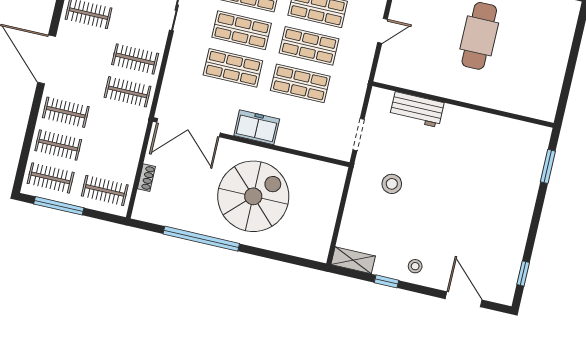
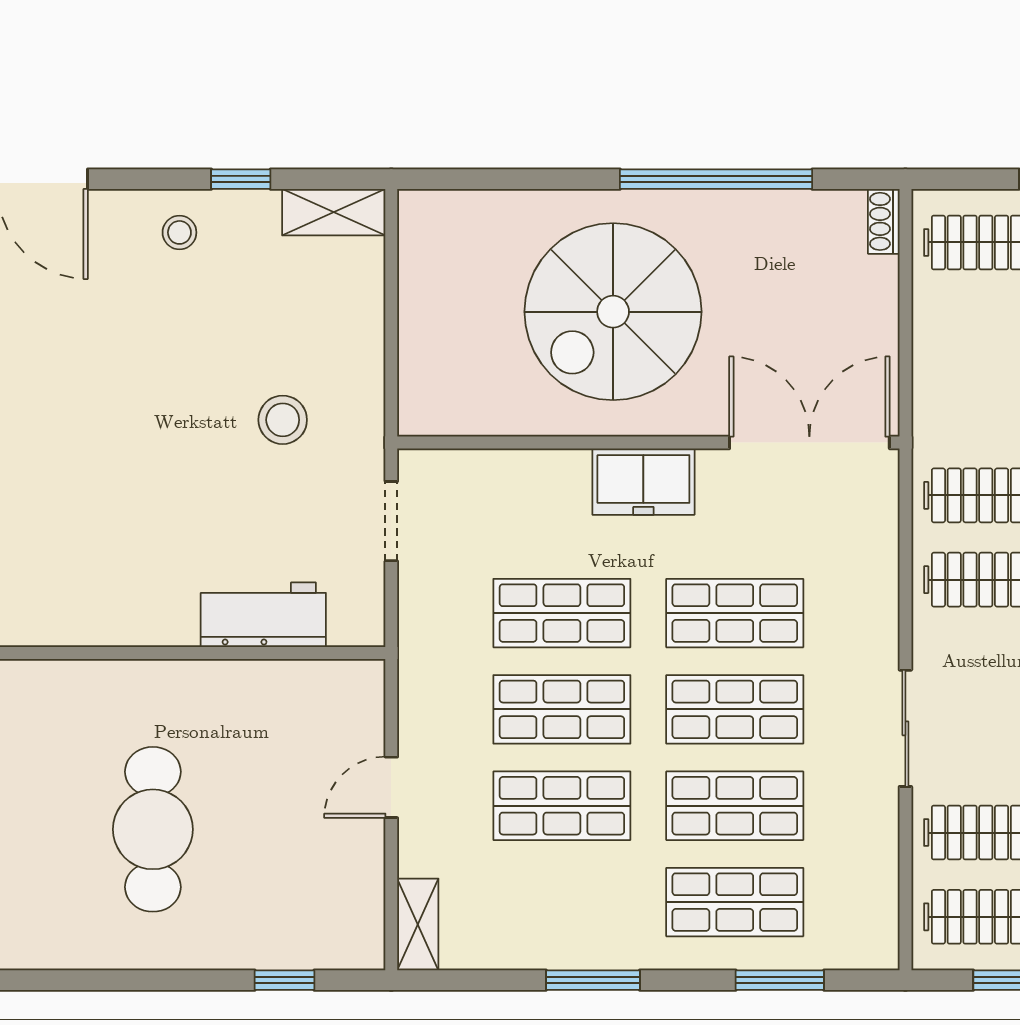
shoe rack: (146, 178) -> (884, 221), moved

